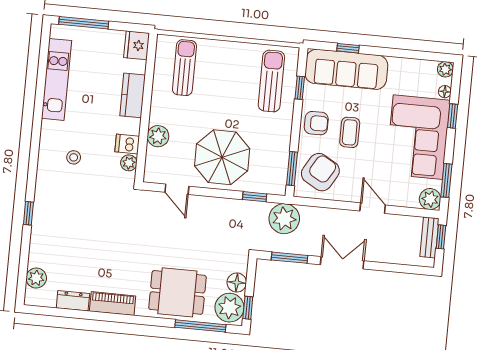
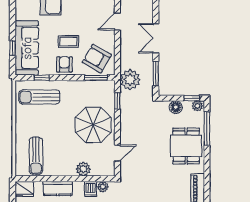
sun lounger: (184, 68) -> (36, 156), turned -90
plant: (229, 308) -> (197, 106), width x0.53, depth x0.53

